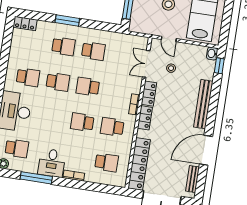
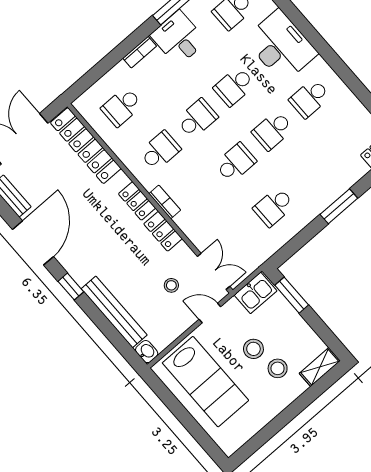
kitchen sink: (141, 25) -> (255, 293), added
school desk: (63, 46) -> (234, 86), moved
double door: (146, 64) -> (214, 271), moved
window: (219, 66) -> (71, 287), moved
bench: (203, 104) -> (114, 312), moved

